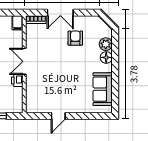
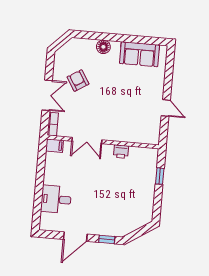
armchair: (75, 38) -> (78, 80), turned 58
plant: (106, 44) -> (88, 46), removed
double door: (24, 61) -> (87, 141), moved

